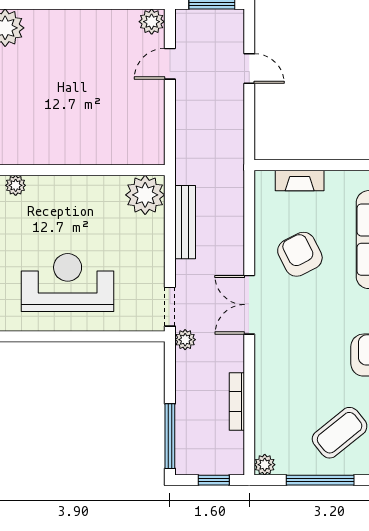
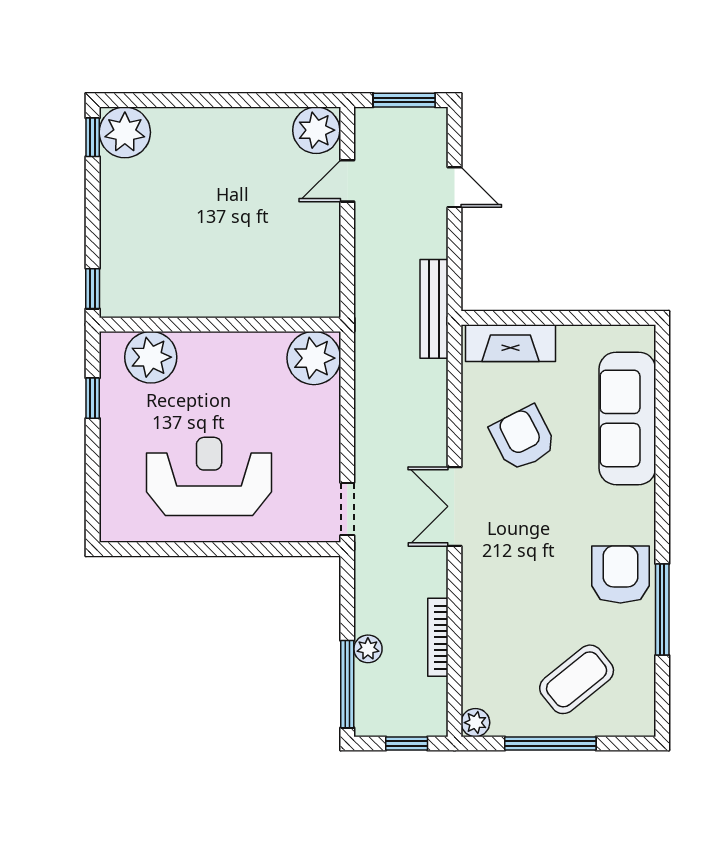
plant: (152, 22) -> (316, 130), width x1.36, depth x1.36
fireplace: (300, 181) -> (510, 343), width x1.37, depth x1.32
plant: (16, 185) -> (151, 357), width x1.88, depth x1.88
bench: (185, 222) -> (434, 309), moved
plant: (185, 340) -> (368, 649), moved

